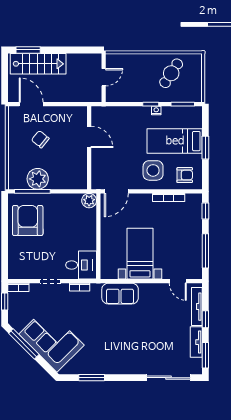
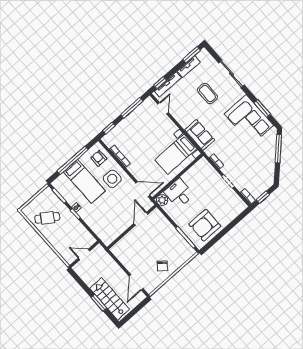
window: (28, 50) -> (99, 303), moved
door: (89, 137) -> (141, 219), moved
chair: (40, 139) -> (162, 266), moved
window: (205, 148) -> (73, 160), width x2.11
plant: (38, 179) -> (176, 241), removed
bed with nightstands: (140, 254) -> (176, 154), moved
desk: (81, 265) -> (179, 193), moved
window: (205, 319) -> (160, 83), moved
coffee table: (154, 337) -> (207, 94), added
corner sofa: (52, 340) -> (249, 120), moved, turned -45
window: (24, 344) -> (278, 149), moved
sliding door: (169, 378) -> (231, 74), moved

